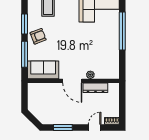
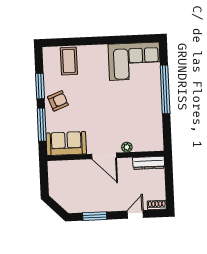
dresser: (95, 88) -> (149, 163), moved

